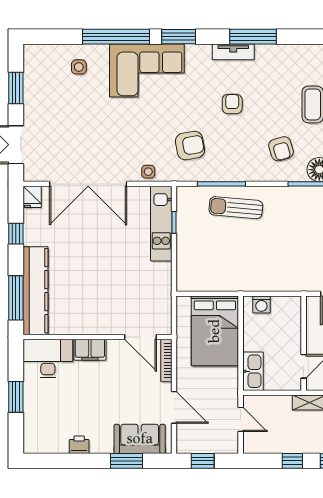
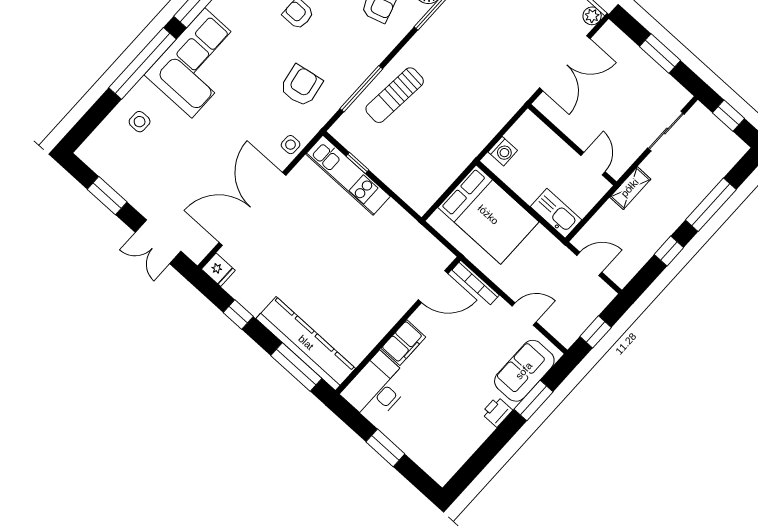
double door: (88, 184) -> (252, 209), swing flipped
door: (174, 407) -> (524, 314), width x0.73
printer: (79, 445) -> (497, 412), moved

